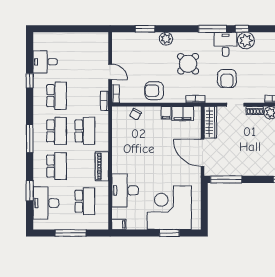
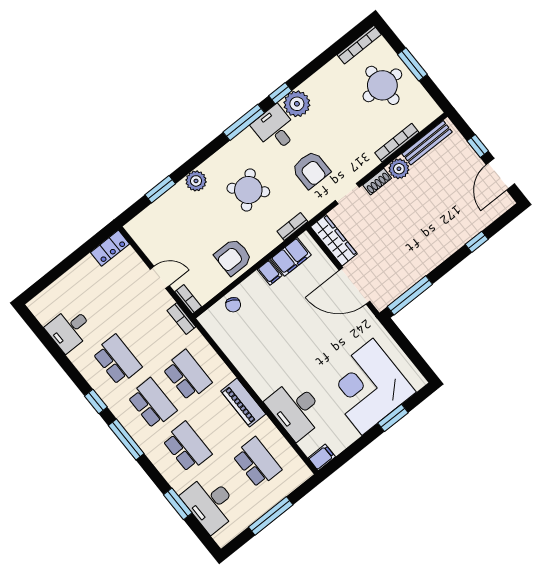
locker: (97, 38) -> (110, 248), added
window: (30, 81) -> (96, 402), moved

